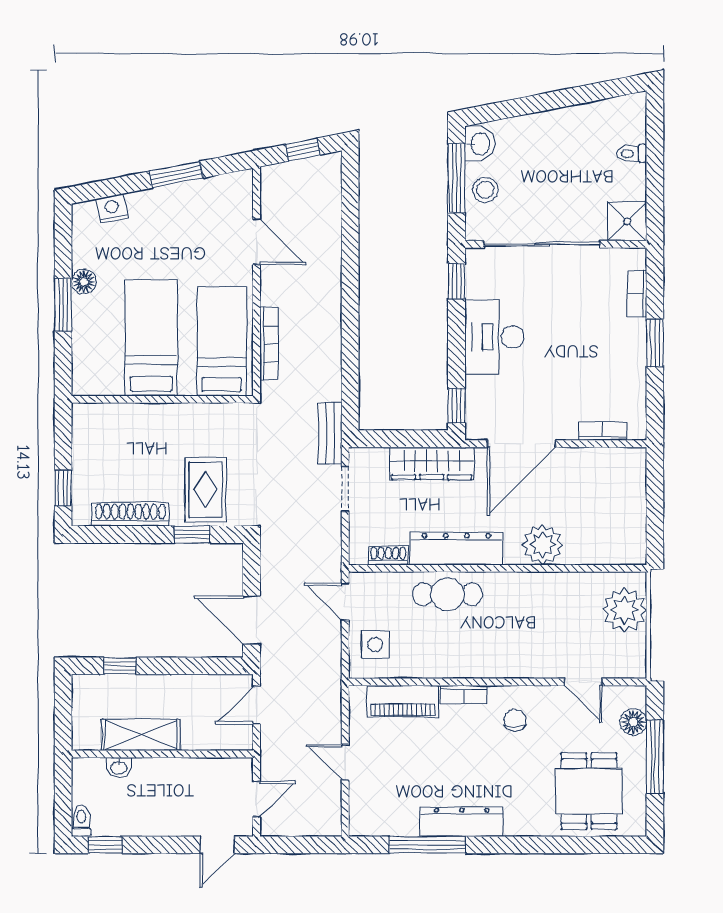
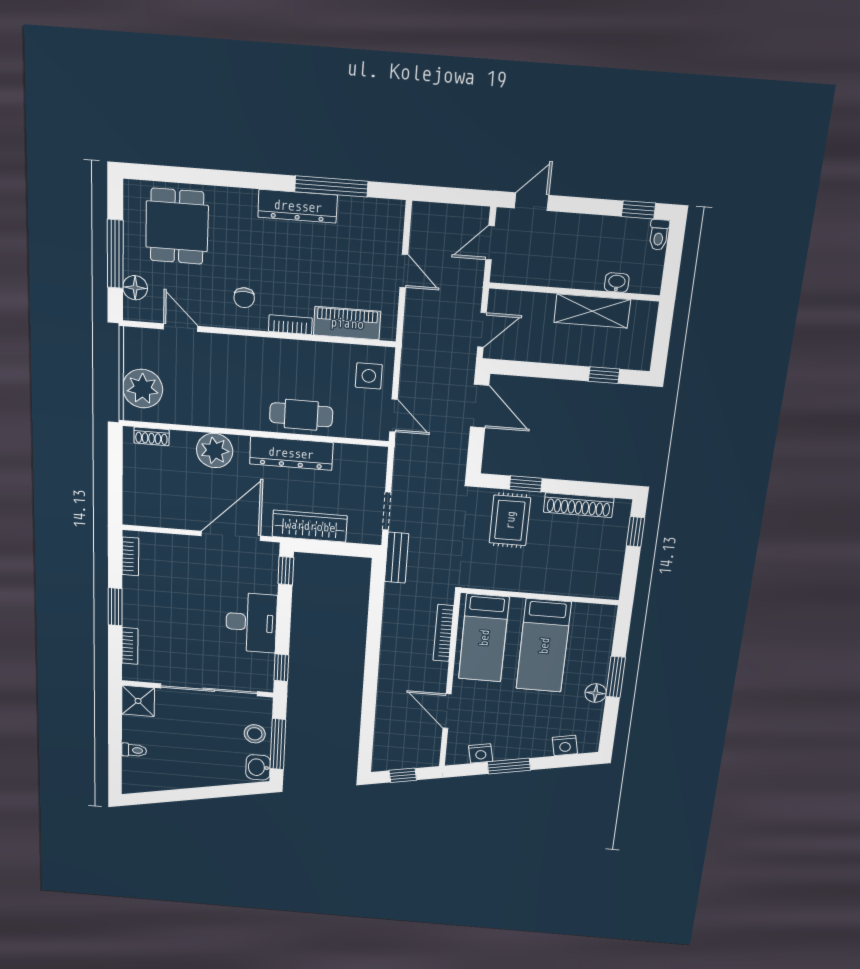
nightstand: (212, 189) -> (481, 753), added
bookcase: (603, 431) -> (130, 556), moved, turned -90
shoe rack: (388, 555) -> (151, 436), moved

